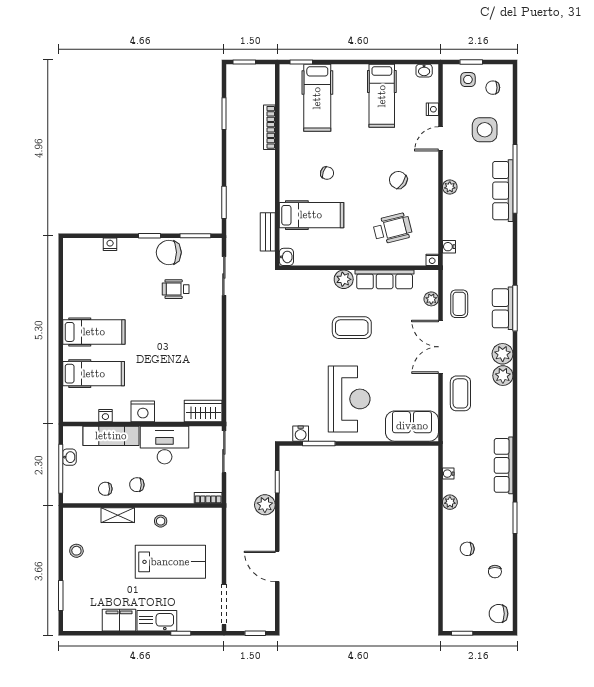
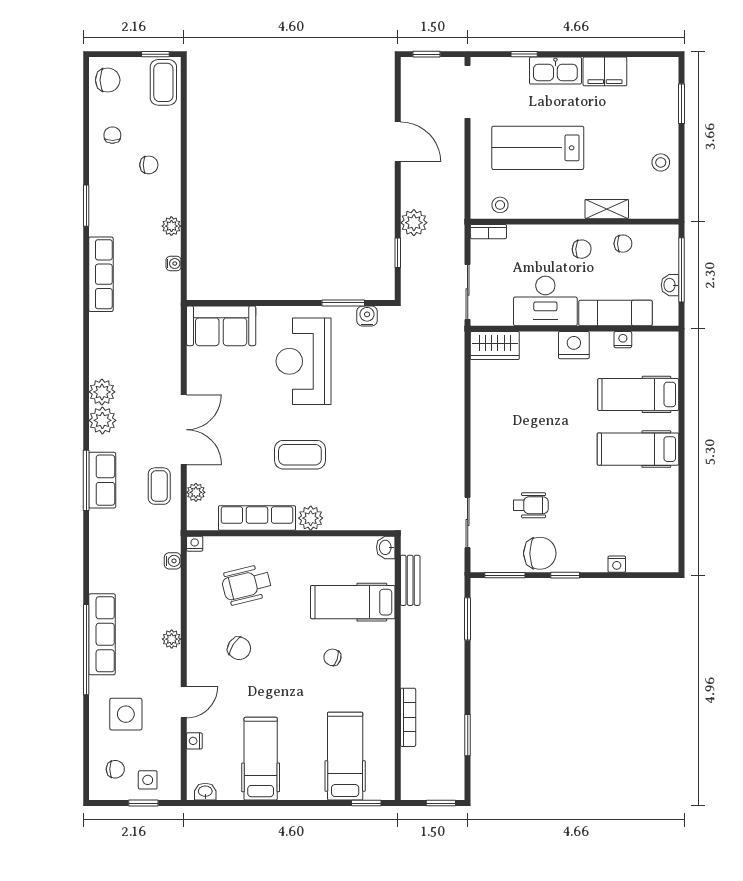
coffee table: (460, 393) -> (163, 82), moved
stool: (161, 521) -> (500, 205), moved

